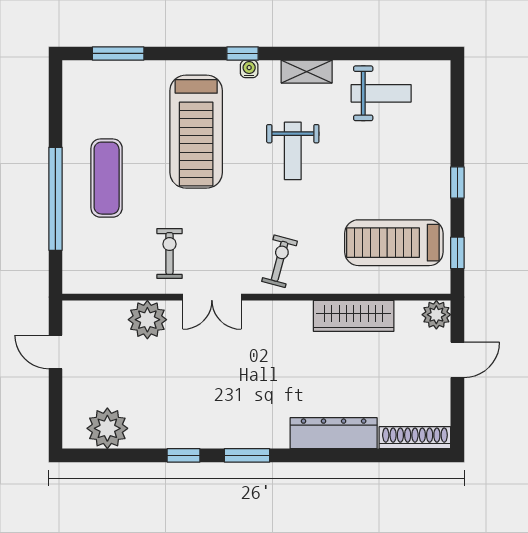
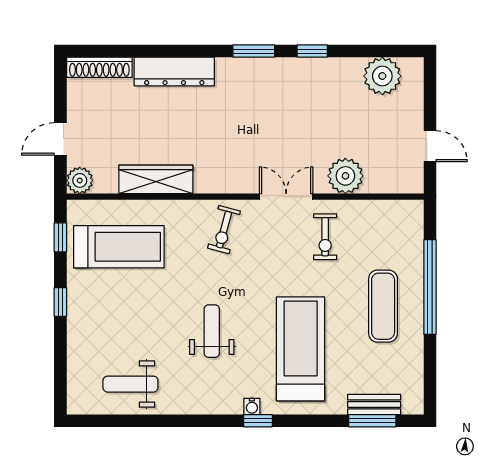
bench: (116, 71) -> (374, 404), added
shelving: (307, 72) -> (199, 404), removed

